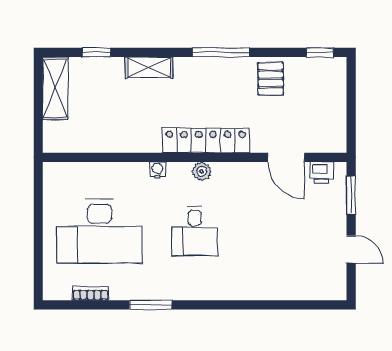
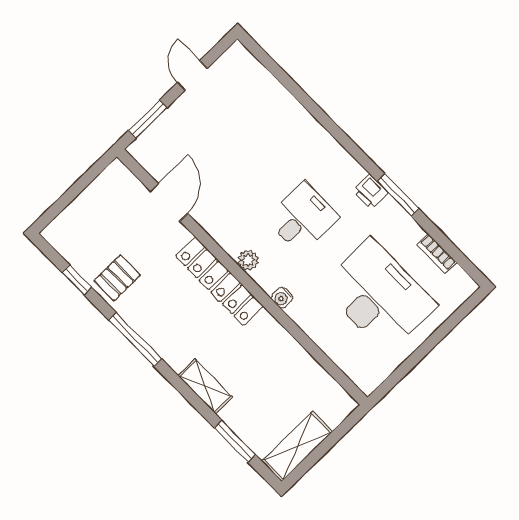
window: (96, 52) -> (235, 441), width x1.50
window: (320, 52) -> (77, 280), moved
printer: (322, 173) -> (370, 192), moved, turned 180

